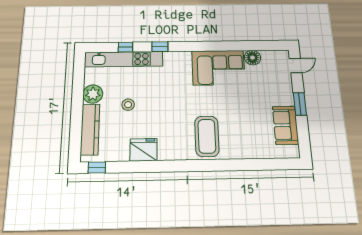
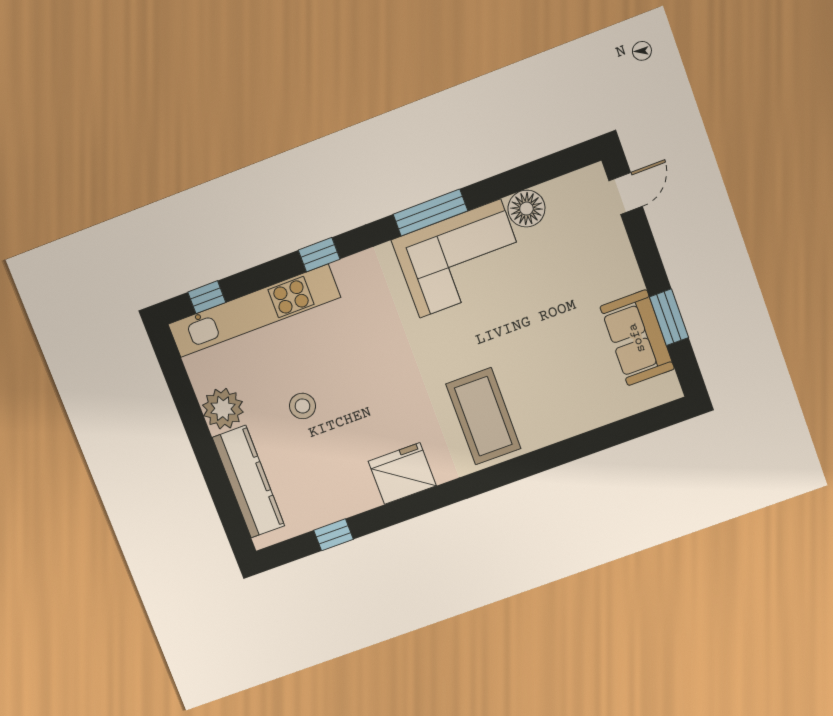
window: (212, 46) -> (430, 213), added
window: (125, 47) -> (207, 297), moved
window: (300, 104) -> (669, 317), moved
fridge: (144, 150) -> (402, 474), moved
window: (97, 167) -> (333, 535), moved

